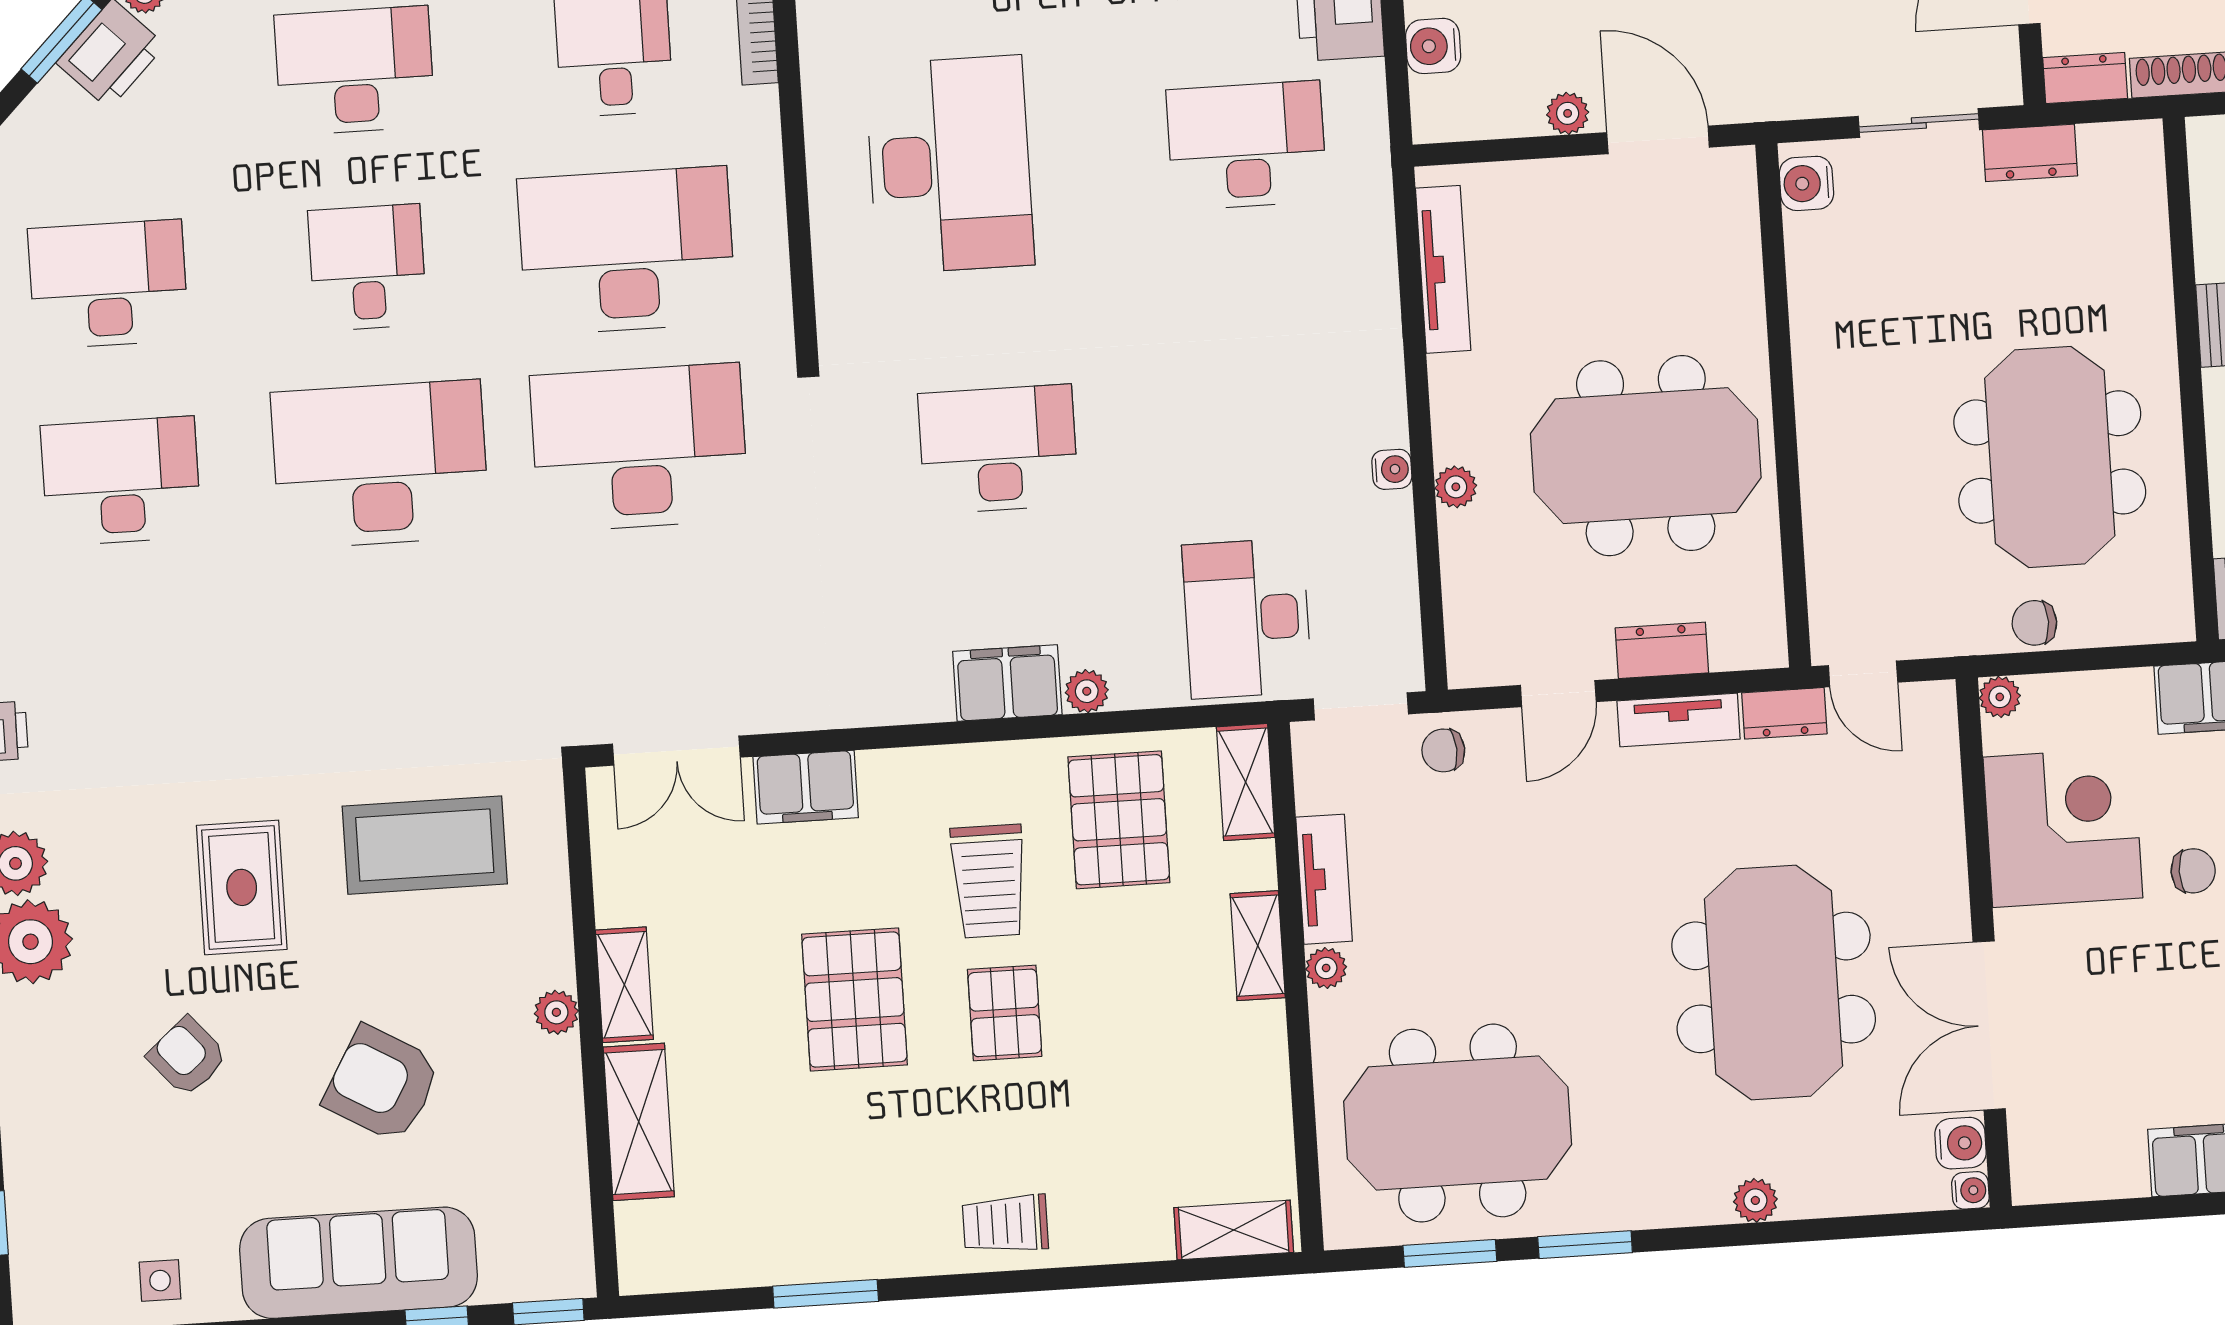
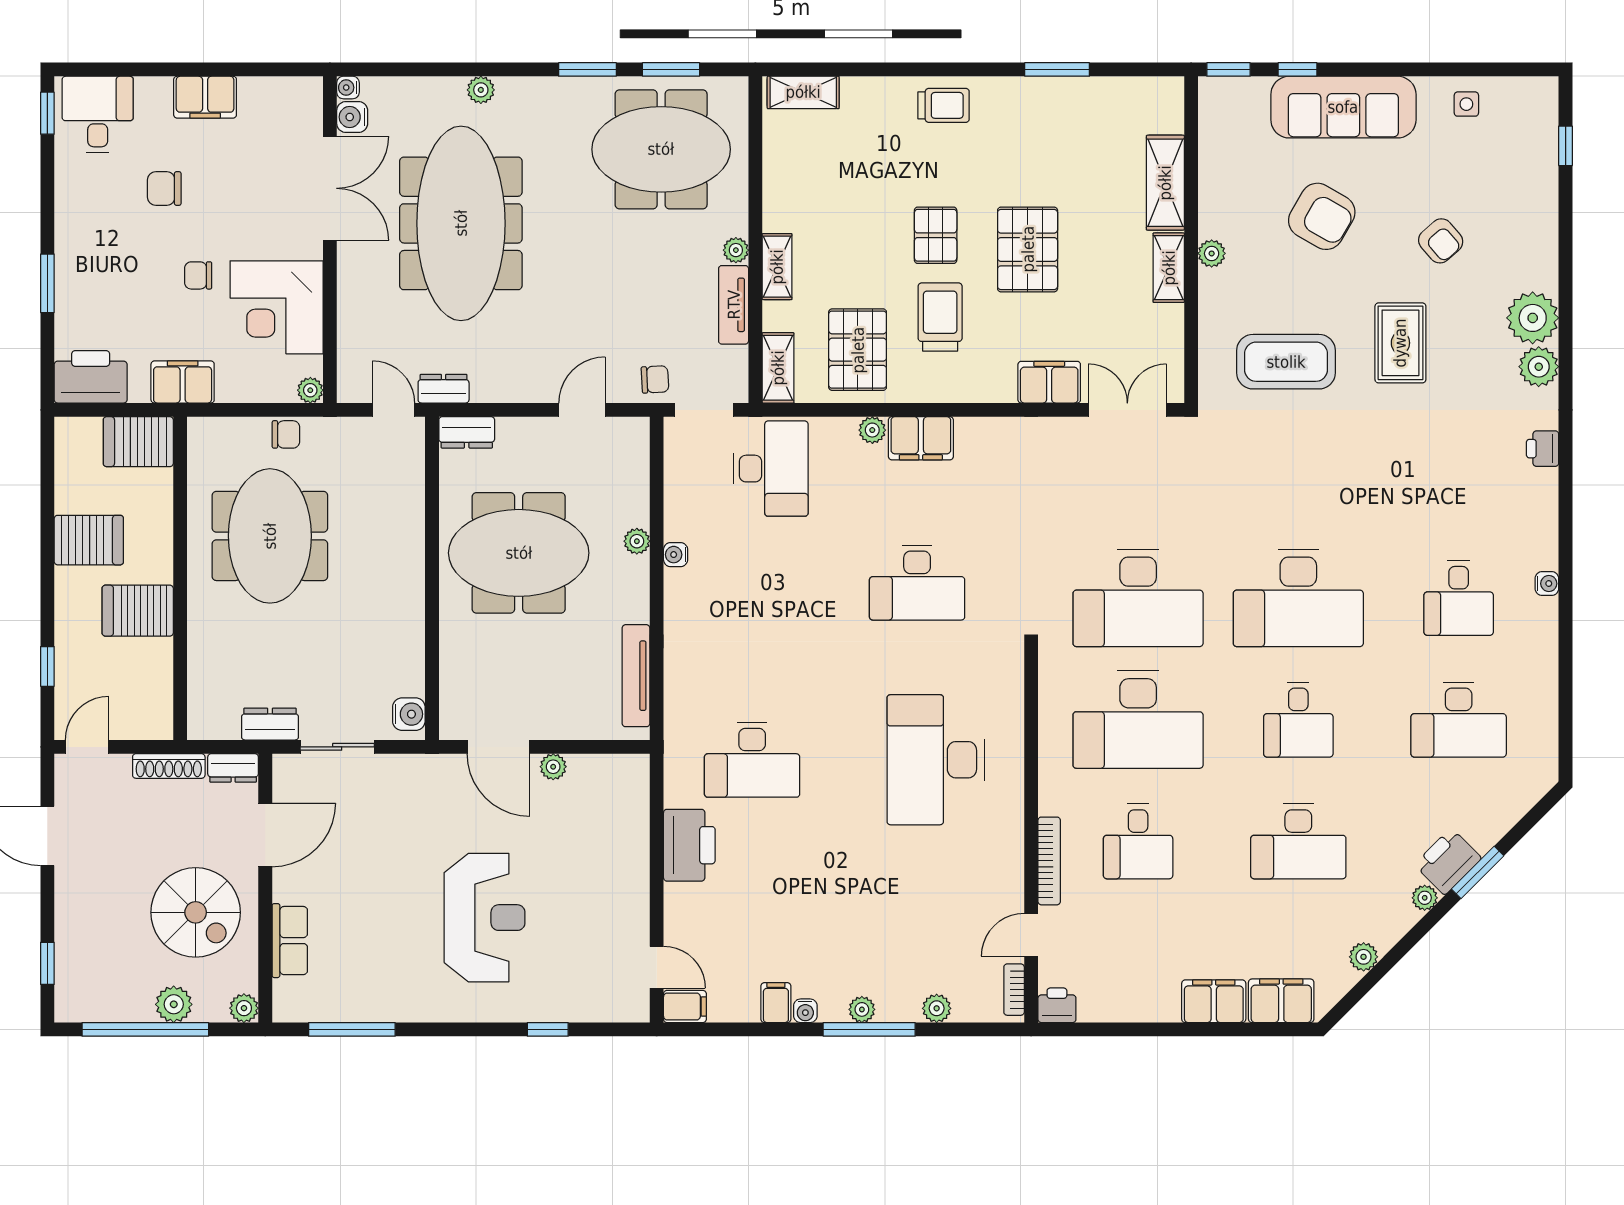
water cooler: (1433, 46) -> (633, 814), removed
desk: (121, 481) -> (1459, 598), width x0.73
dresser: (1662, 650) -> (467, 432), moved
tv unit: (1679, 720) -> (509, 389), removed
meeting table: (1774, 982) -> (461, 223), width x1.36

